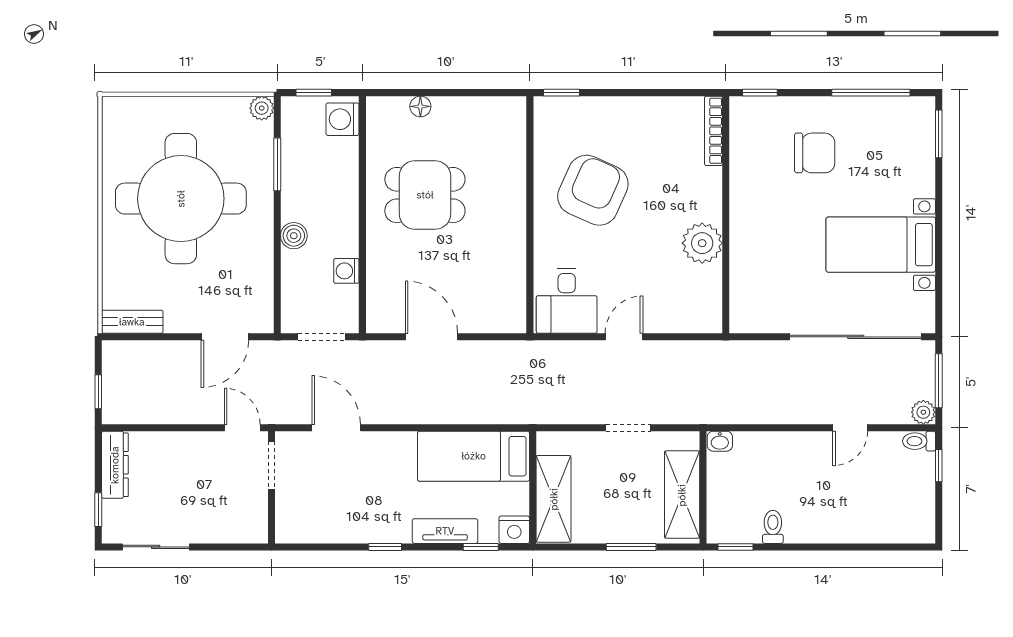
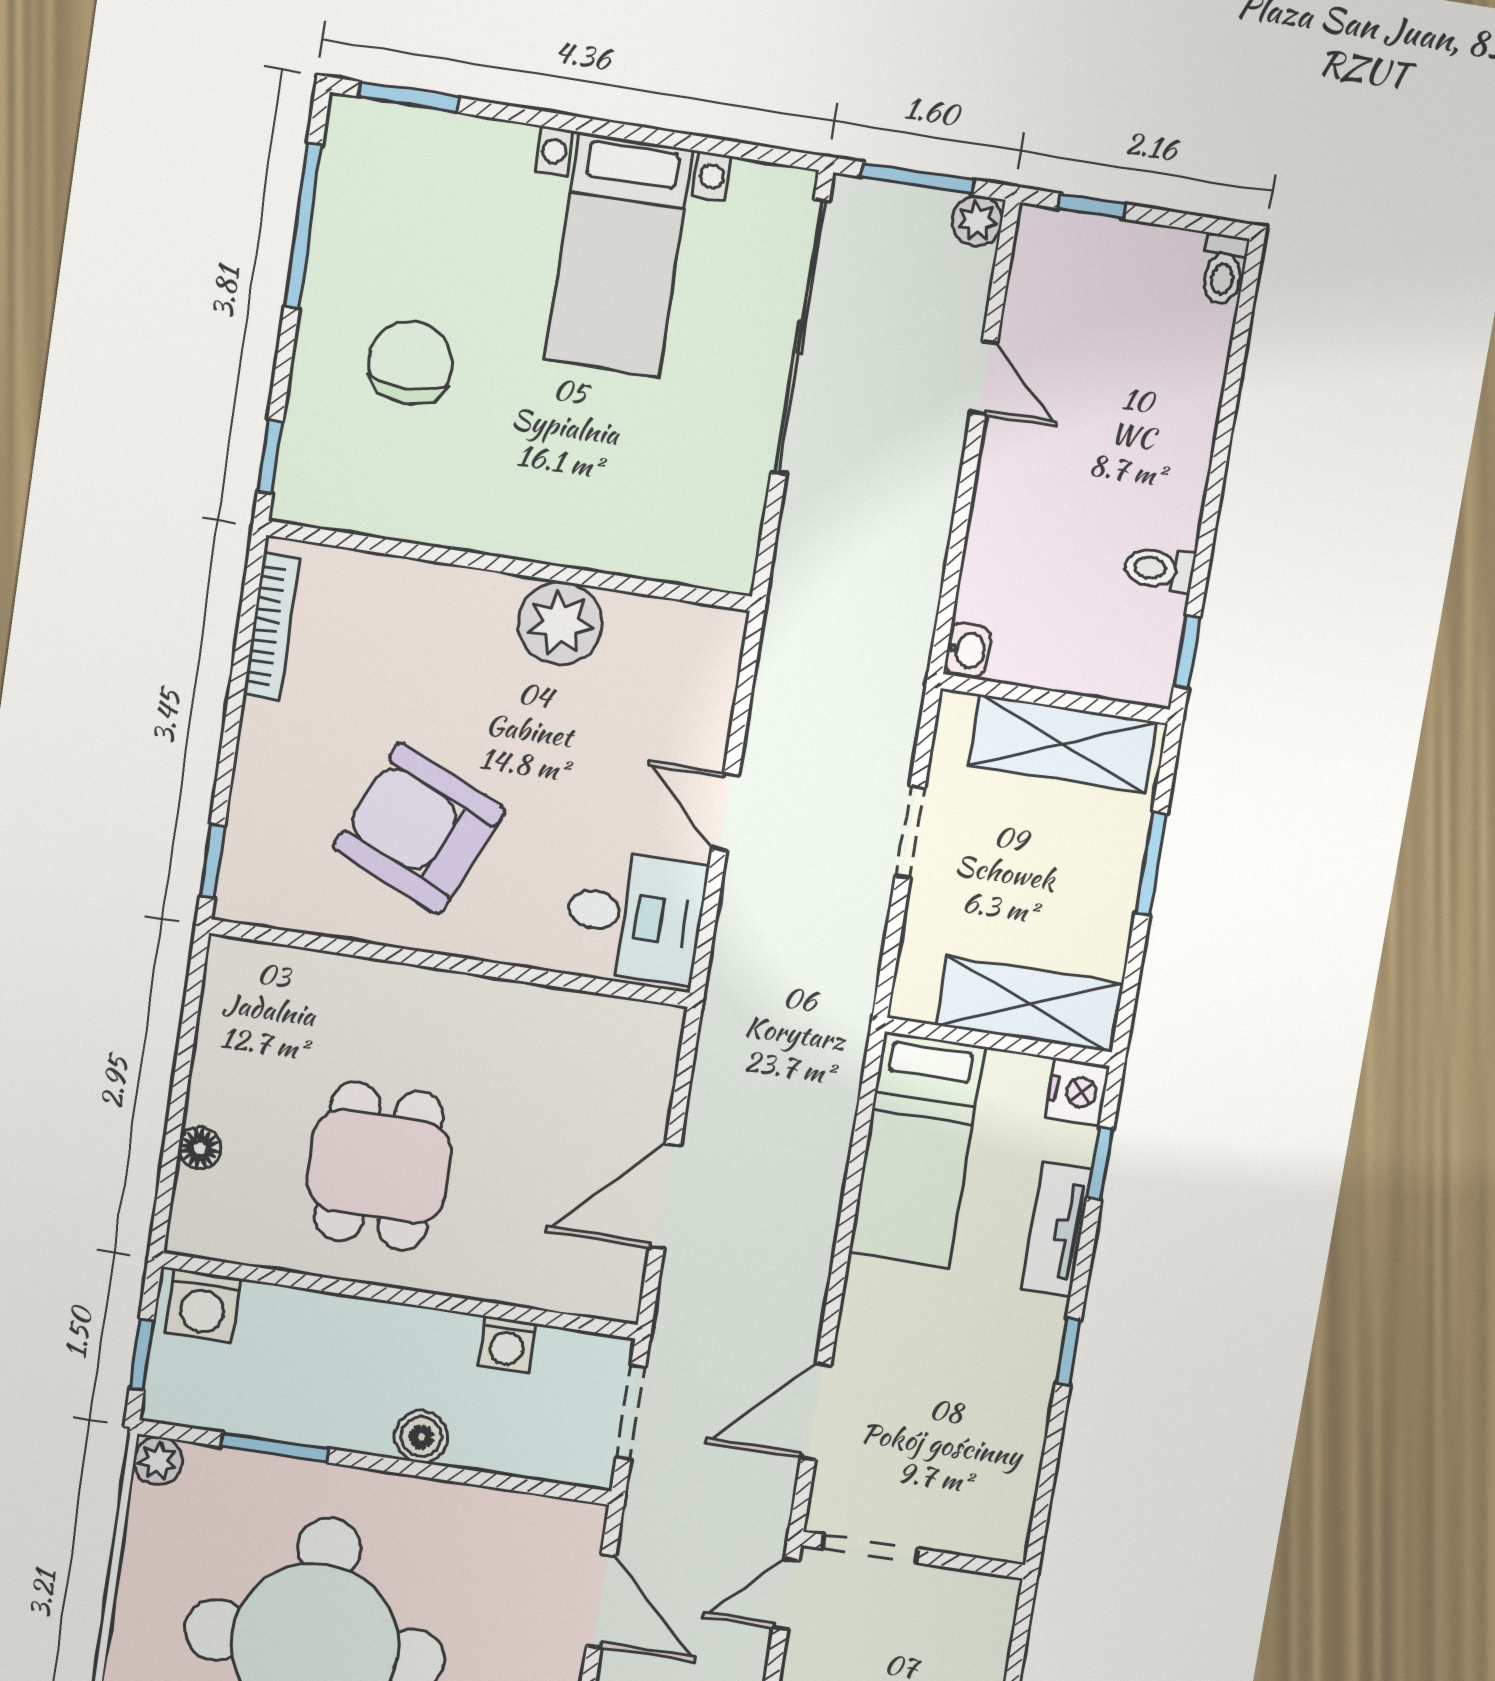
bookcase: (713, 131) -> (272, 626), moved, turned -90
toilet: (919, 441) -> (1224, 270), moved

